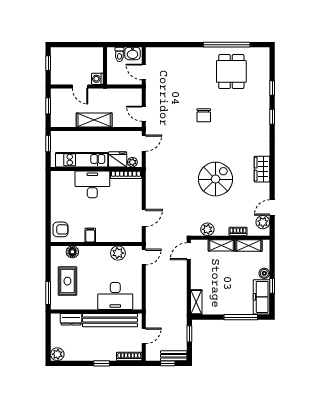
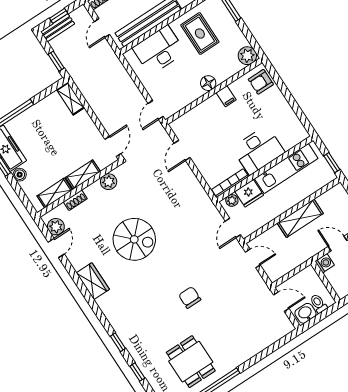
spiral stairs: (215, 179) -> (134, 239), turned -90
floor lamp: (72, 252) -> (208, 83), moved
plant: (118, 253) -> (247, 56), moved
rug: (67, 281) -> (200, 34), moved

